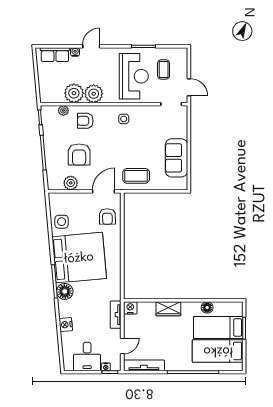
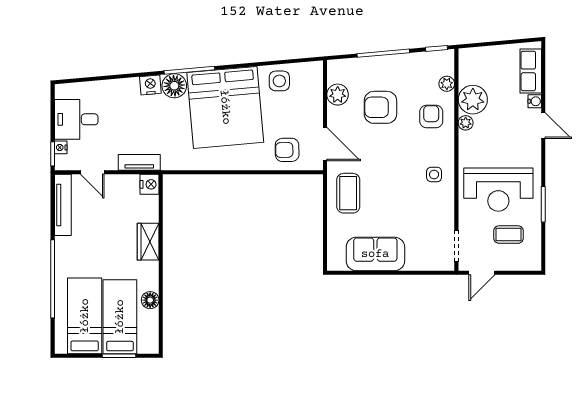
plant: (94, 94) -> (466, 123), width x0.53, depth x0.53
nightstand: (66, 325) -> (150, 85), moved

